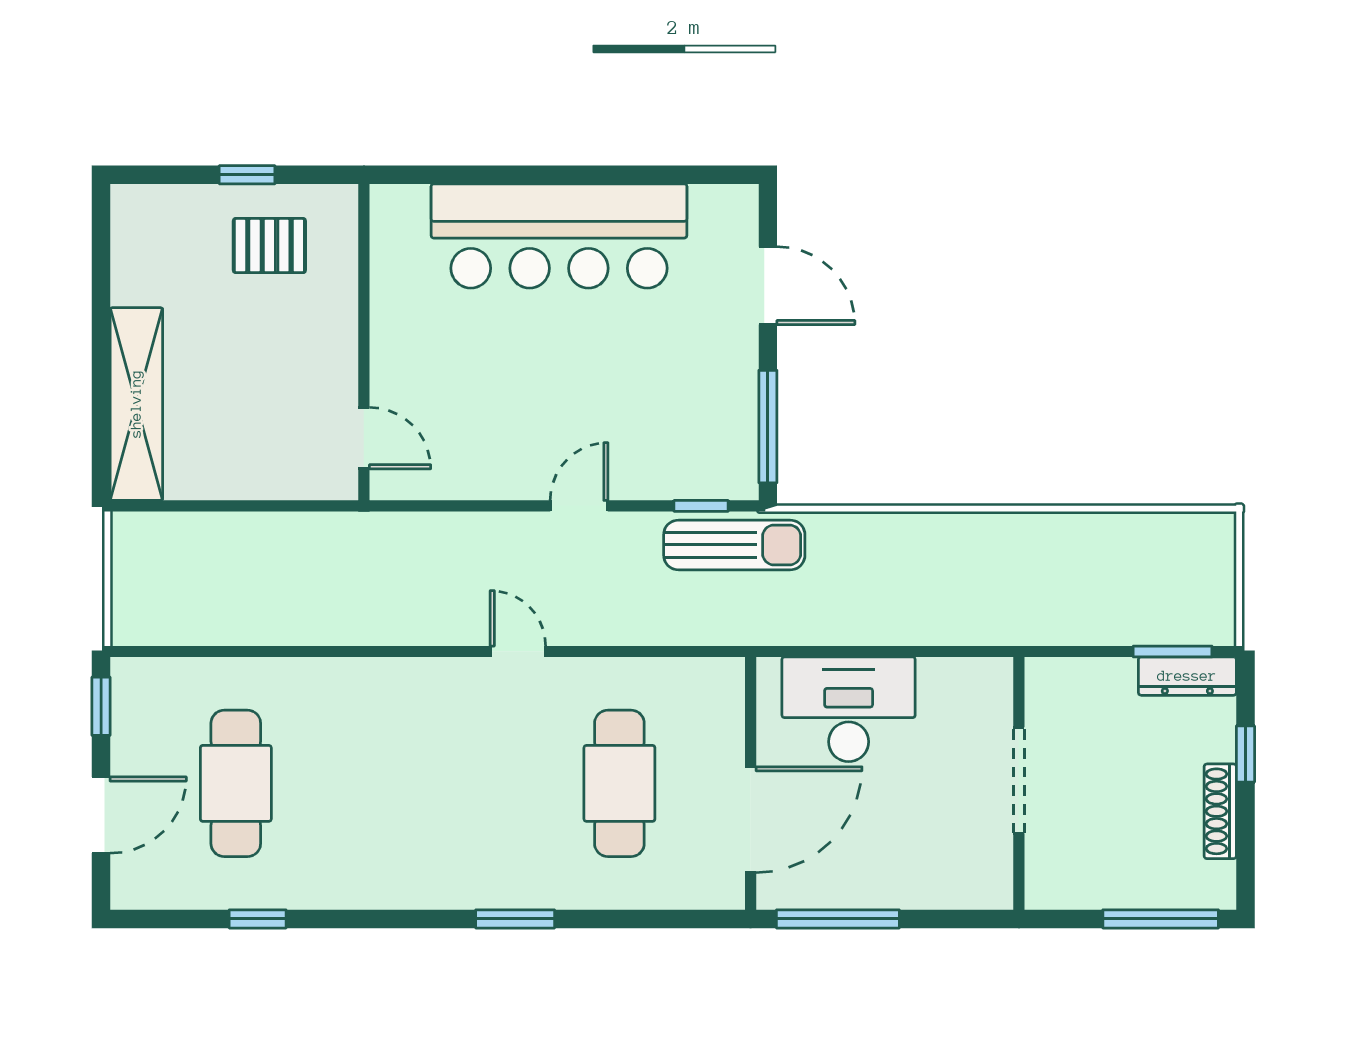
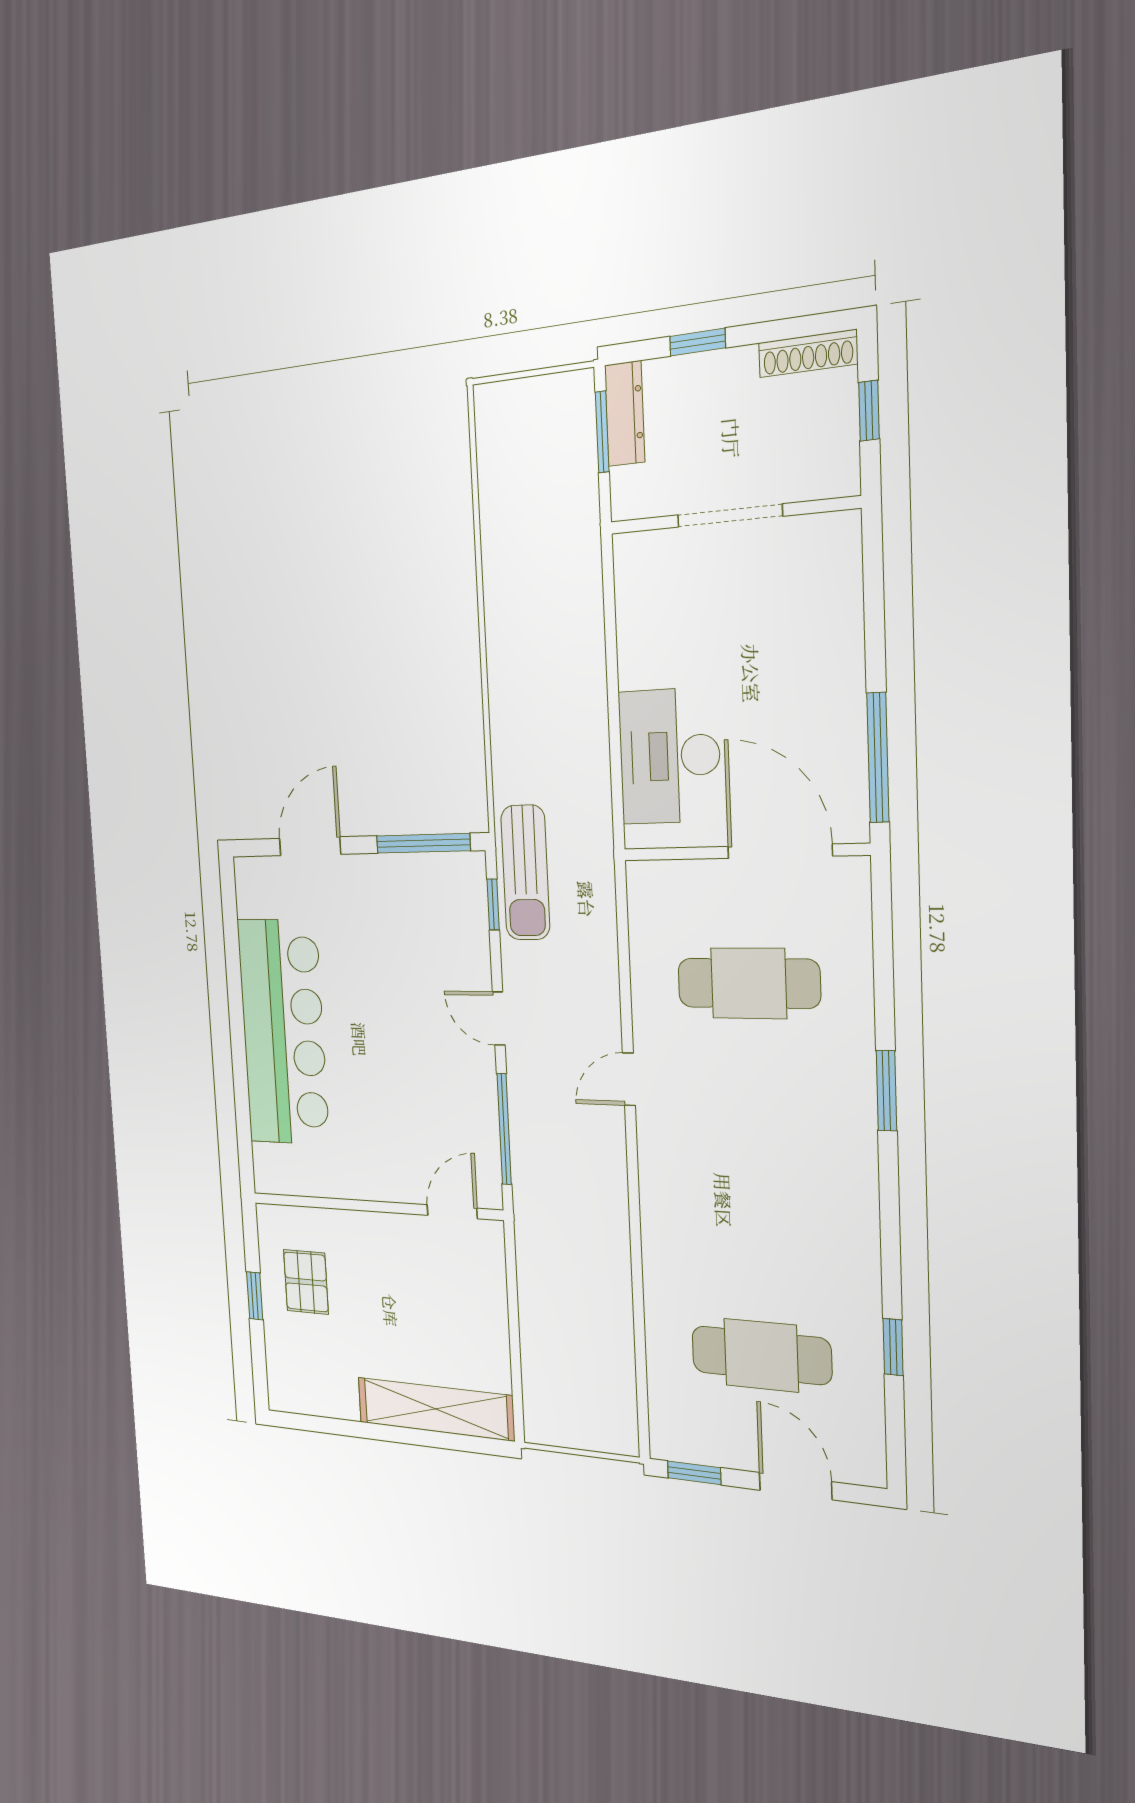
window: (459, 506) -> (504, 1129), added
sun lounger: (734, 545) -> (525, 873), turned 180
doorway: (1019, 780) -> (730, 516), moved
wall: (1019, 783) -> (733, 515), moved
shoe rack: (1220, 811) -> (808, 353), moved
window: (1161, 919) -> (869, 411), width x0.46

